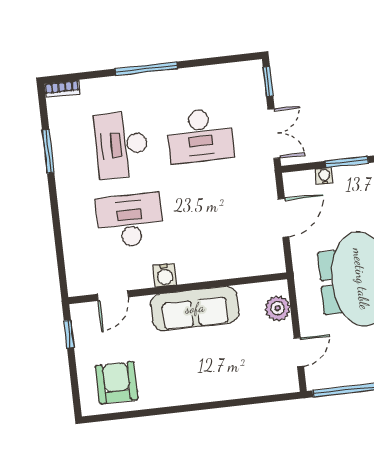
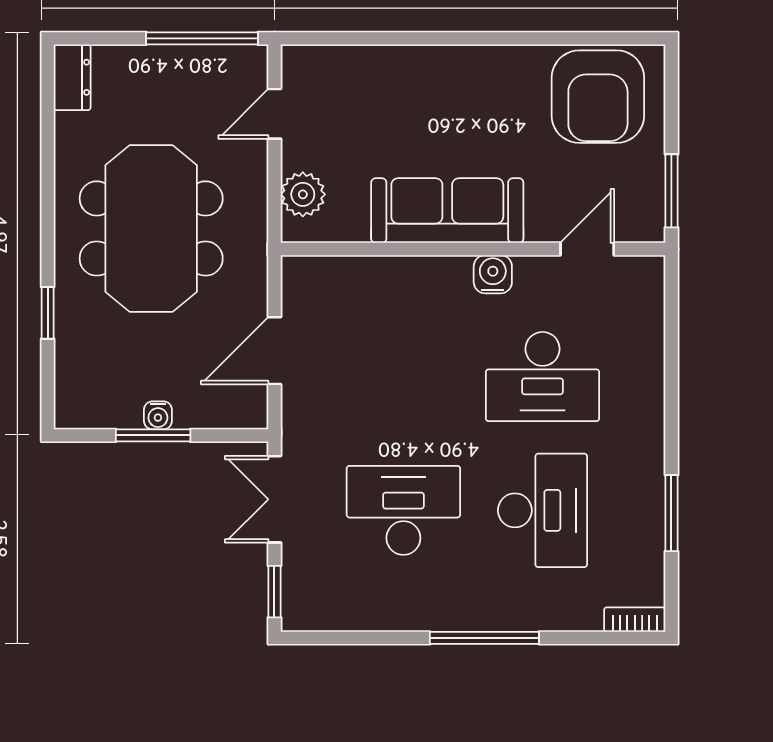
water cooler: (324, 176) -> (158, 415), moved
window: (69, 334) -> (671, 191), width x1.50
armchair: (117, 383) -> (598, 97), width x1.36, depth x1.36

